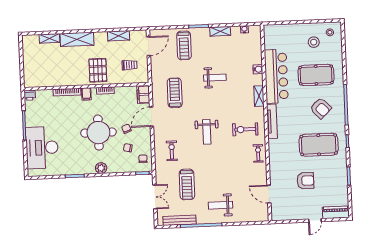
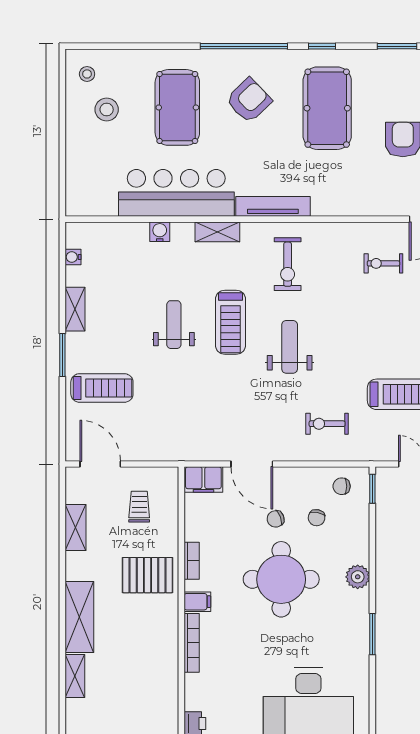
treadmill: (175, 93) -> (231, 322), moved, turned -90
weight bench: (207, 132) -> (290, 347), turned -90
exercise bike: (258, 153) -> (383, 263), moved

